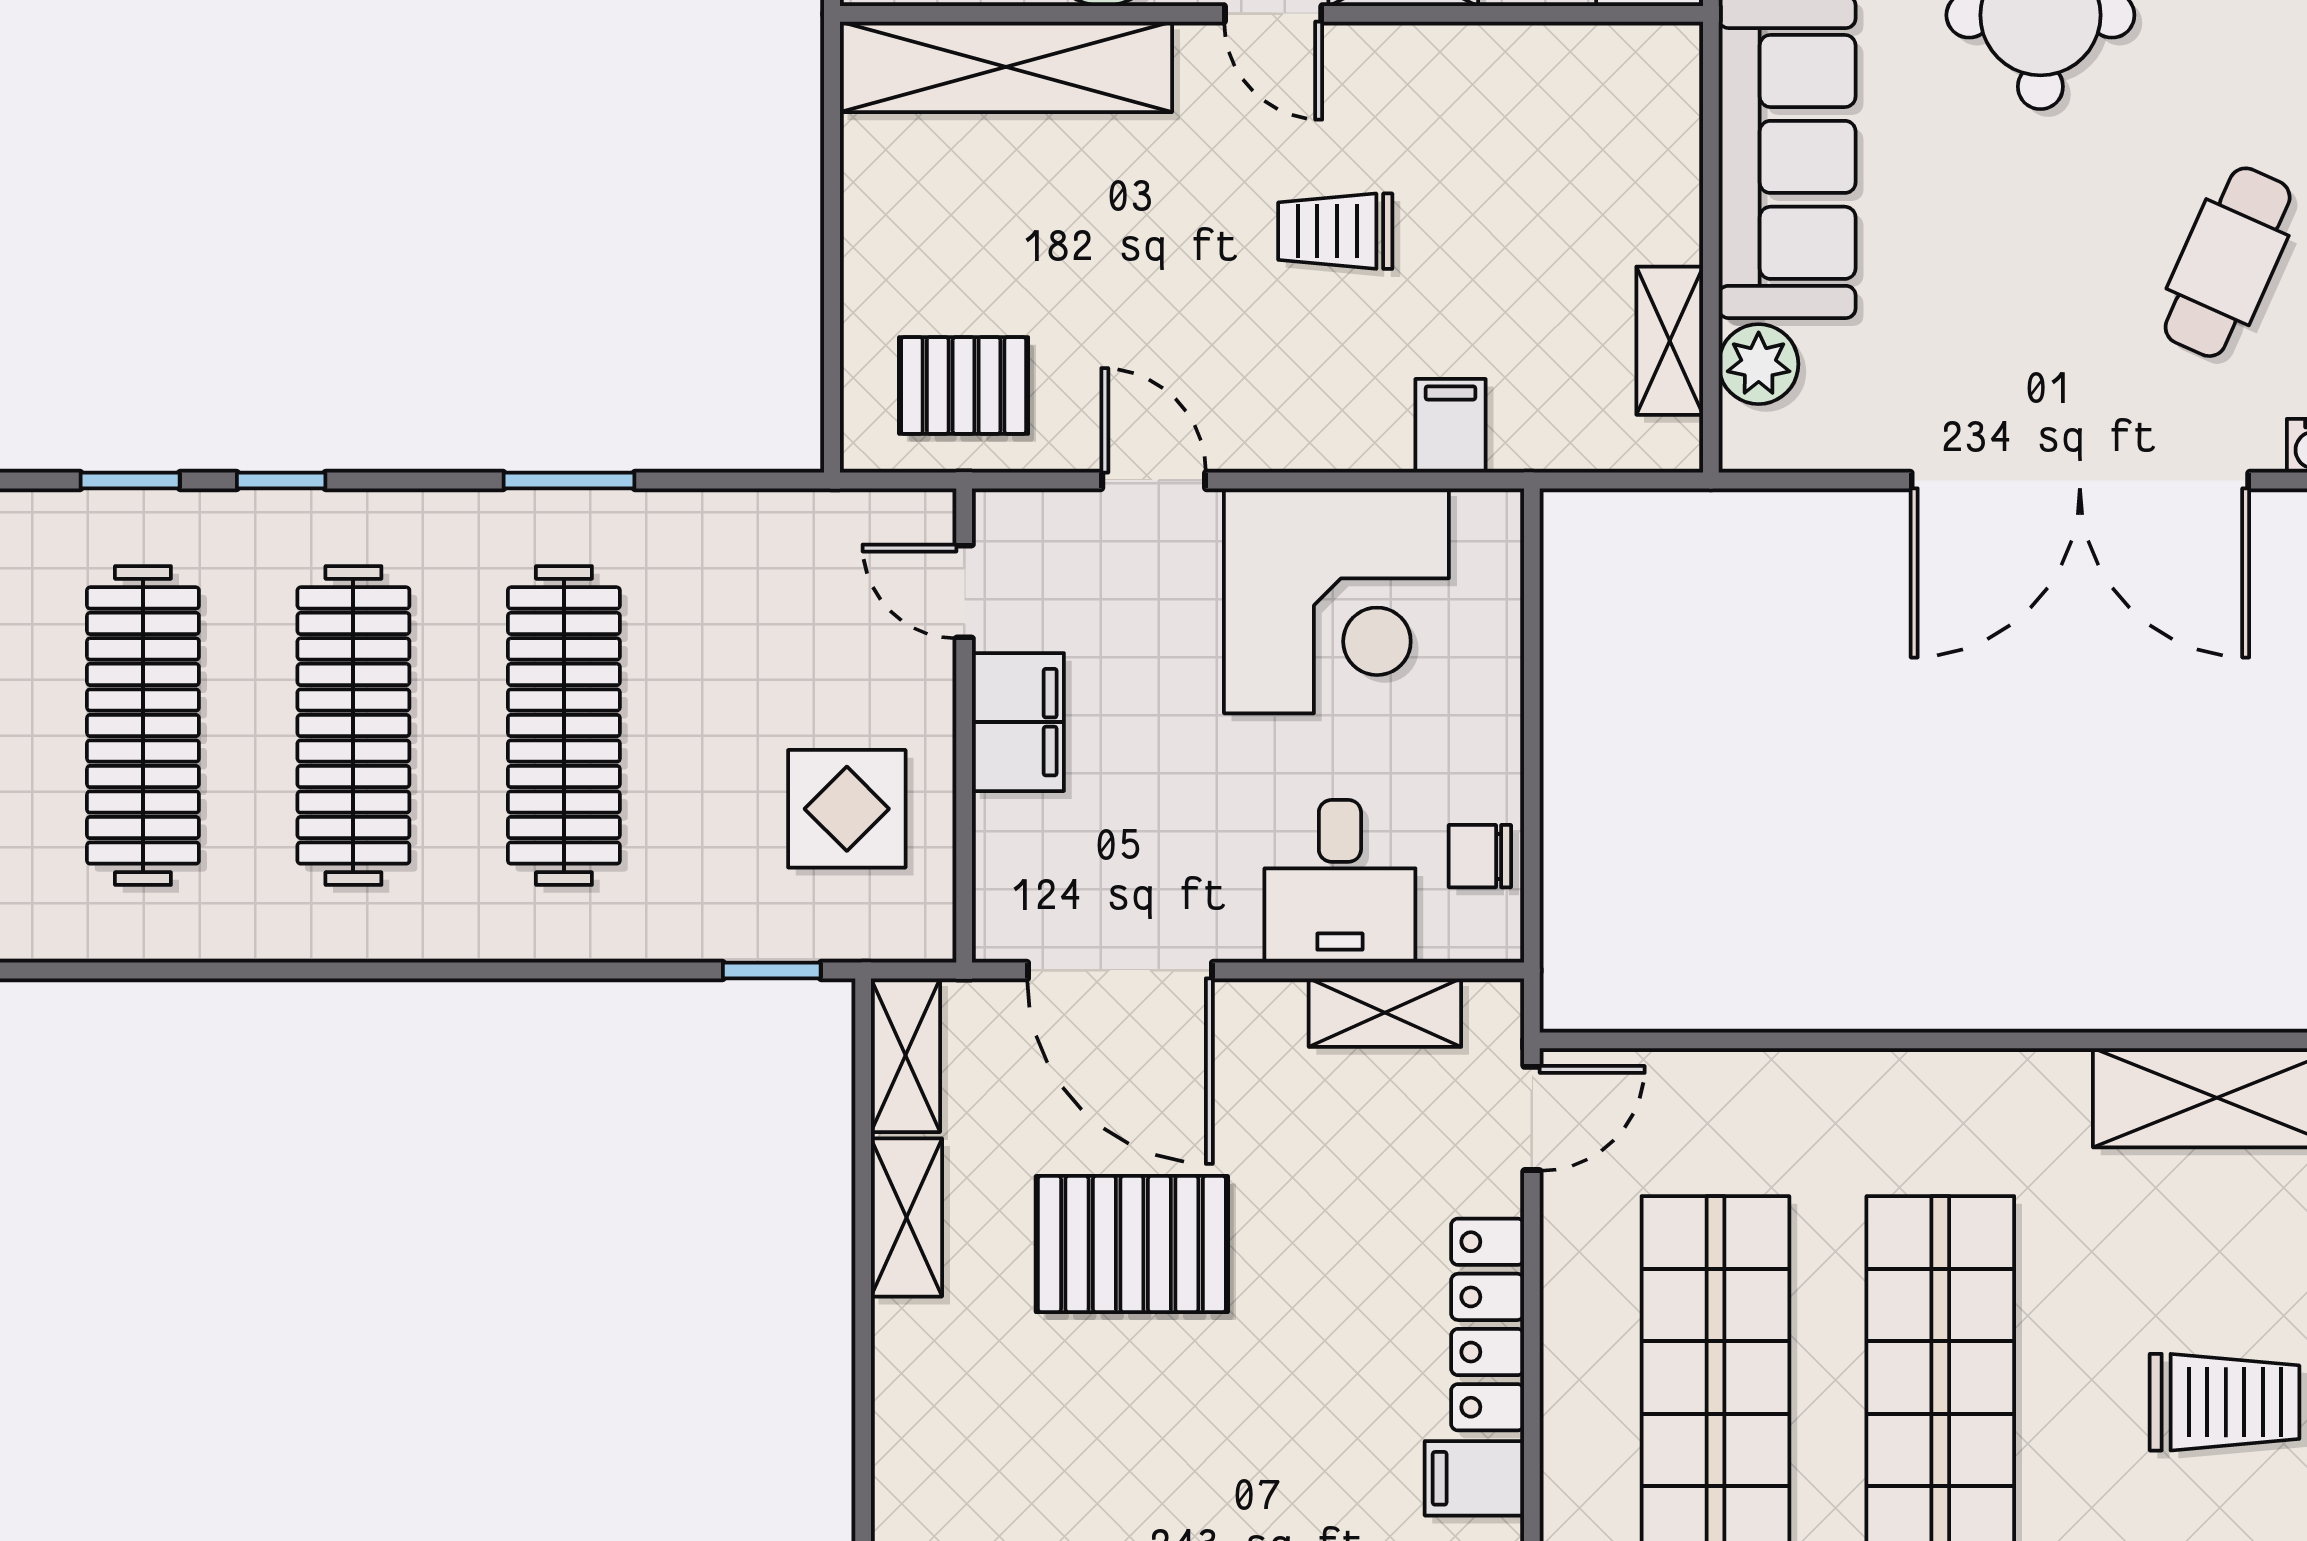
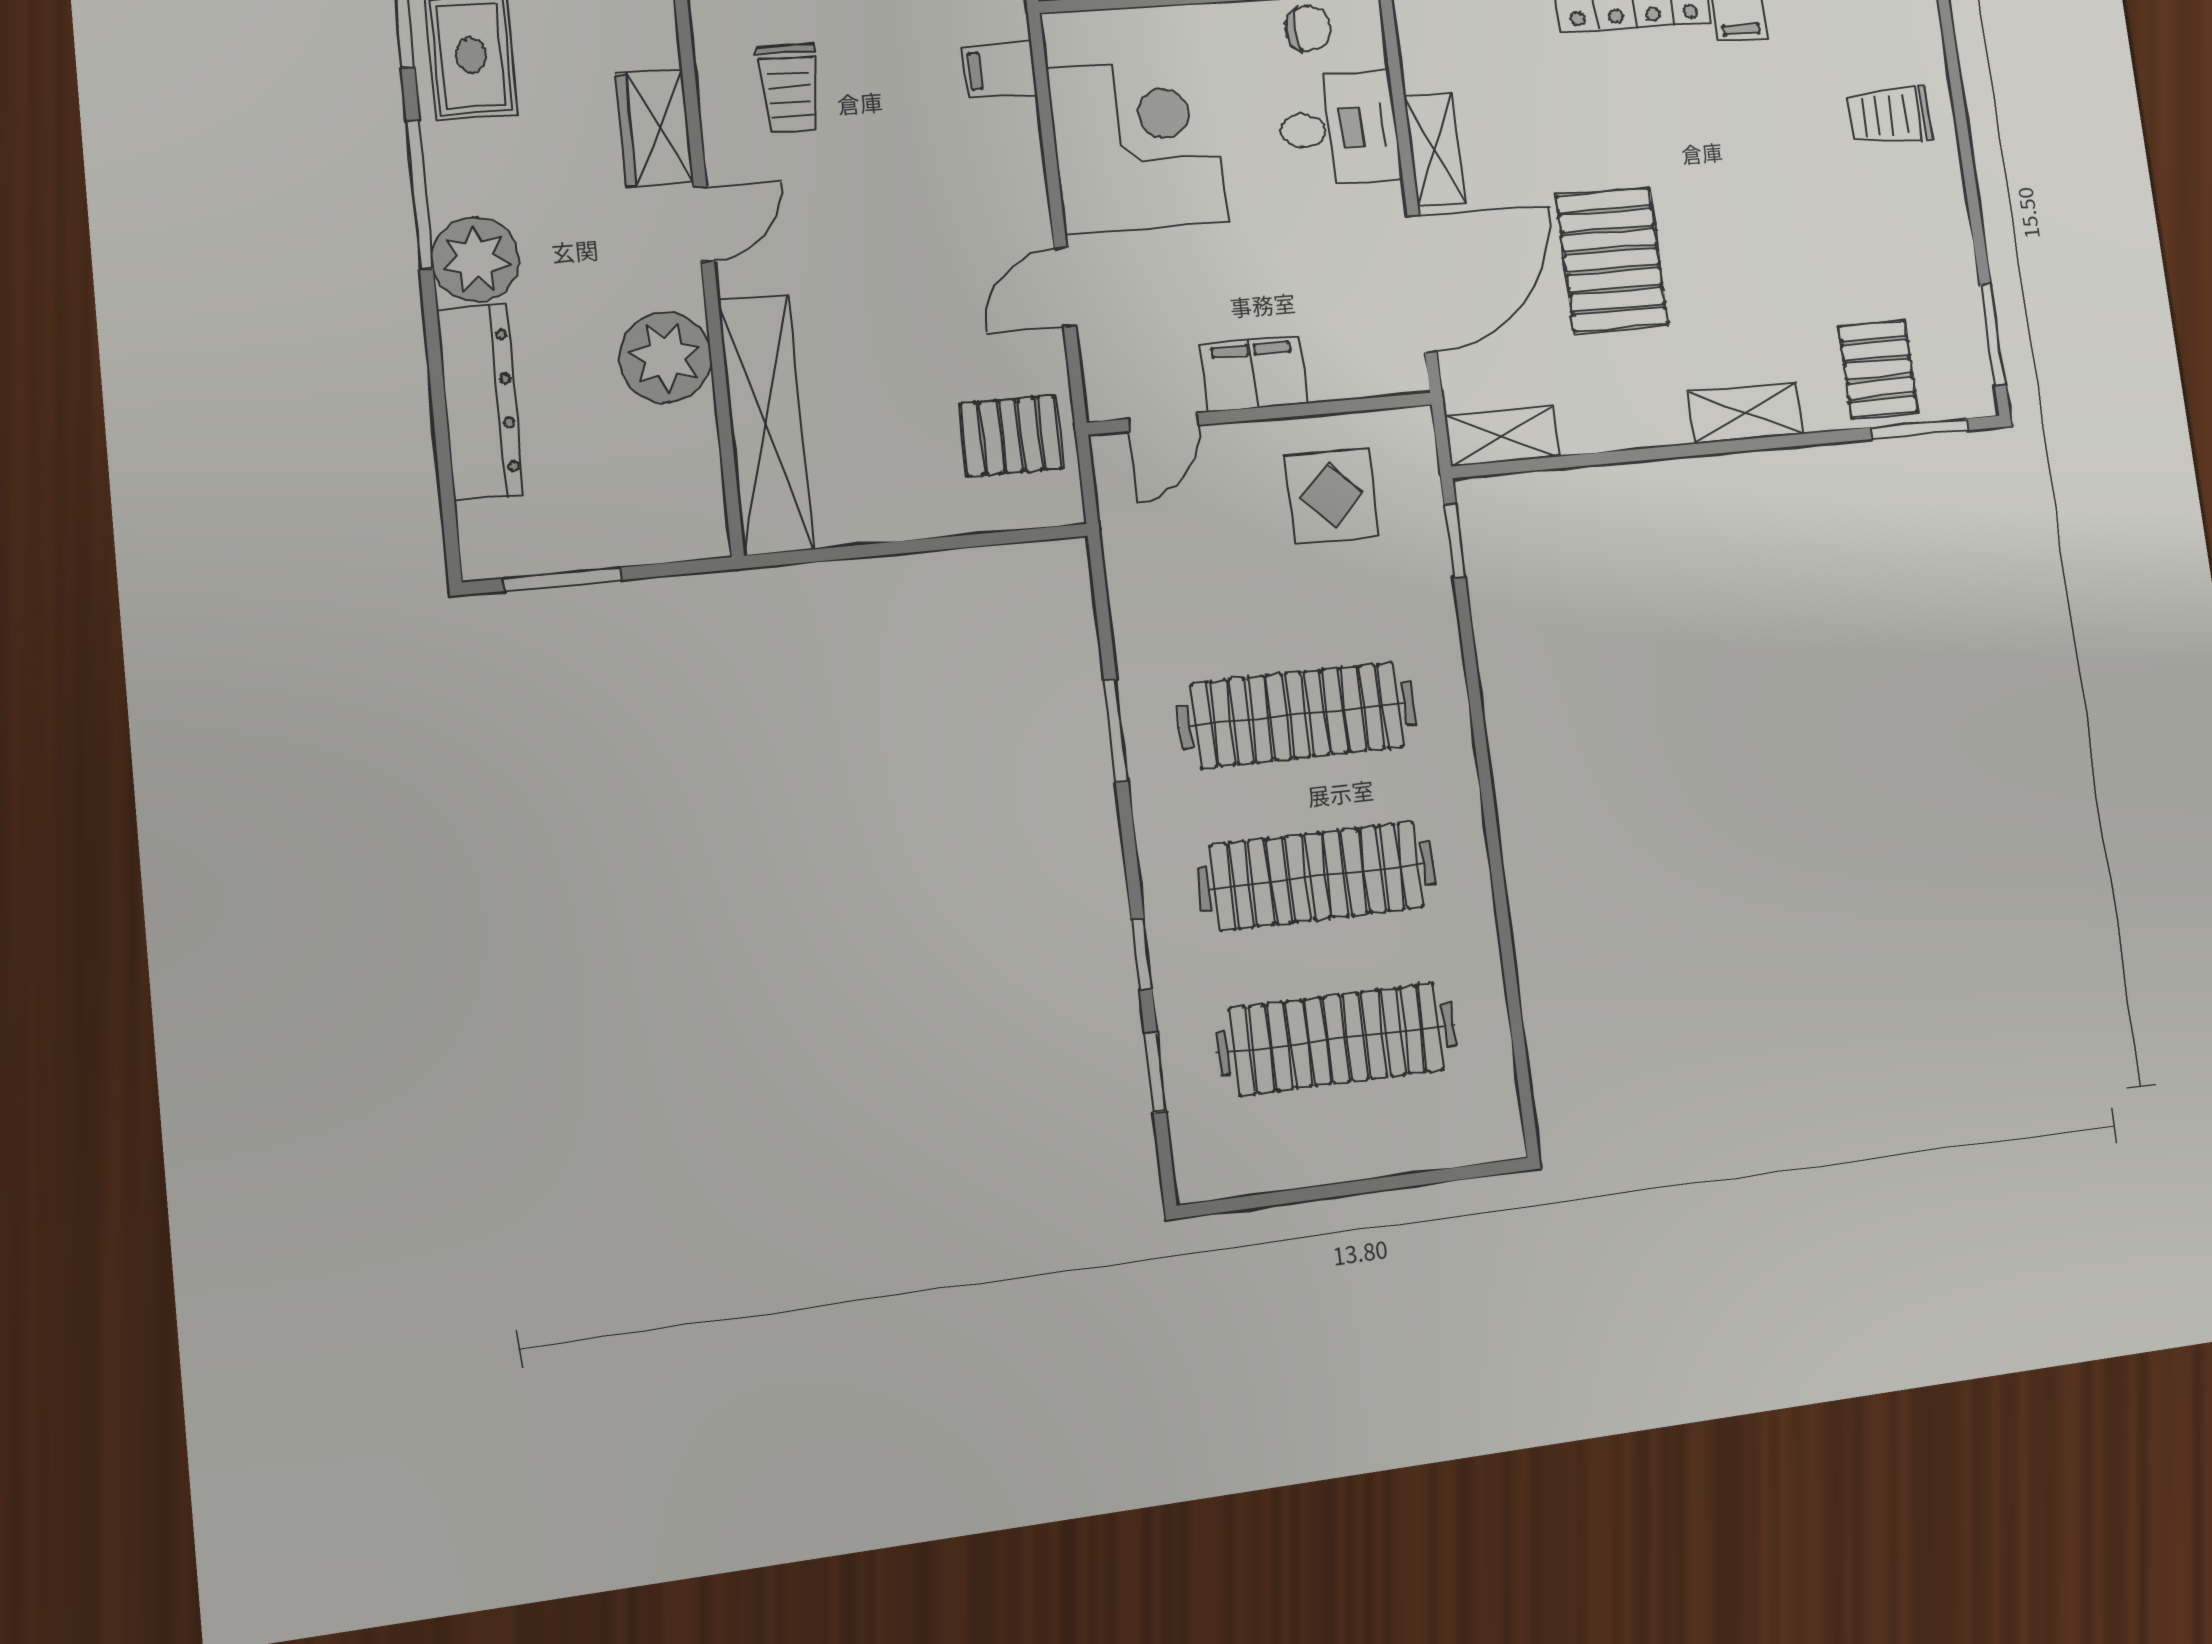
trolley: (1335, 231) -> (789, 89), moved
pallet: (964, 386) -> (1011, 436), turned 90
chair: (1480, 856) -> (1308, 28), turned -90
shelving: (1385, 1013) -> (1435, 150), moved
shelving: (906, 1217) -> (1745, 413), moved

